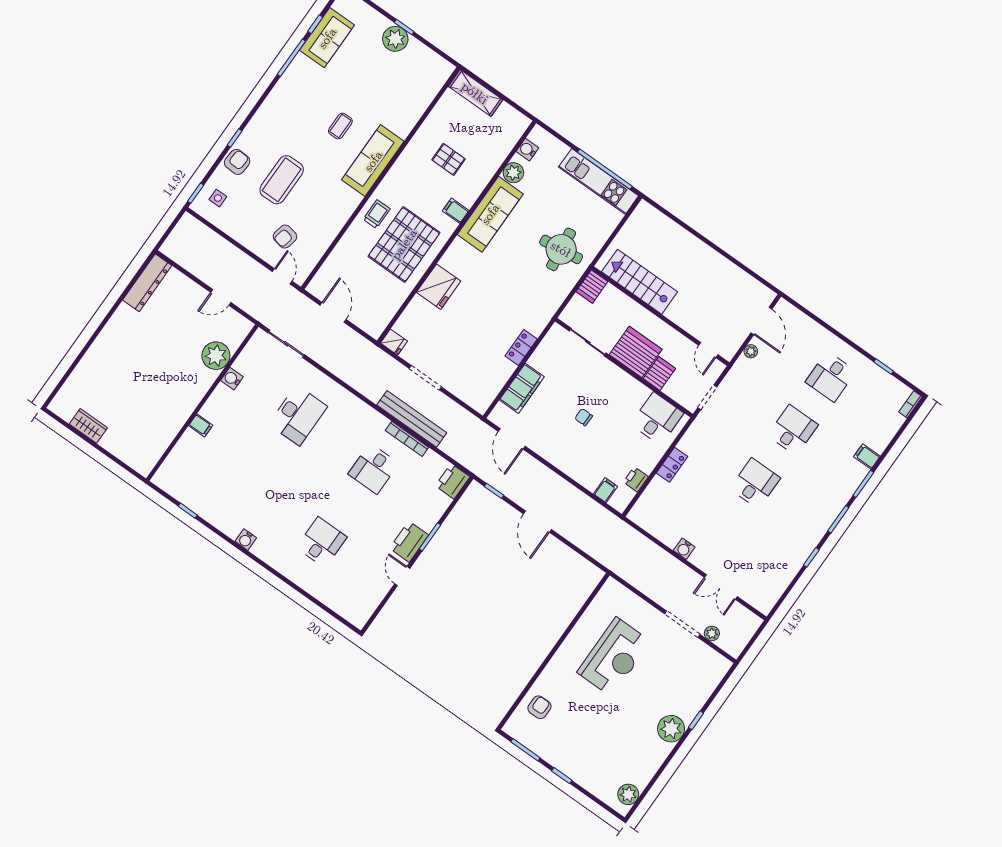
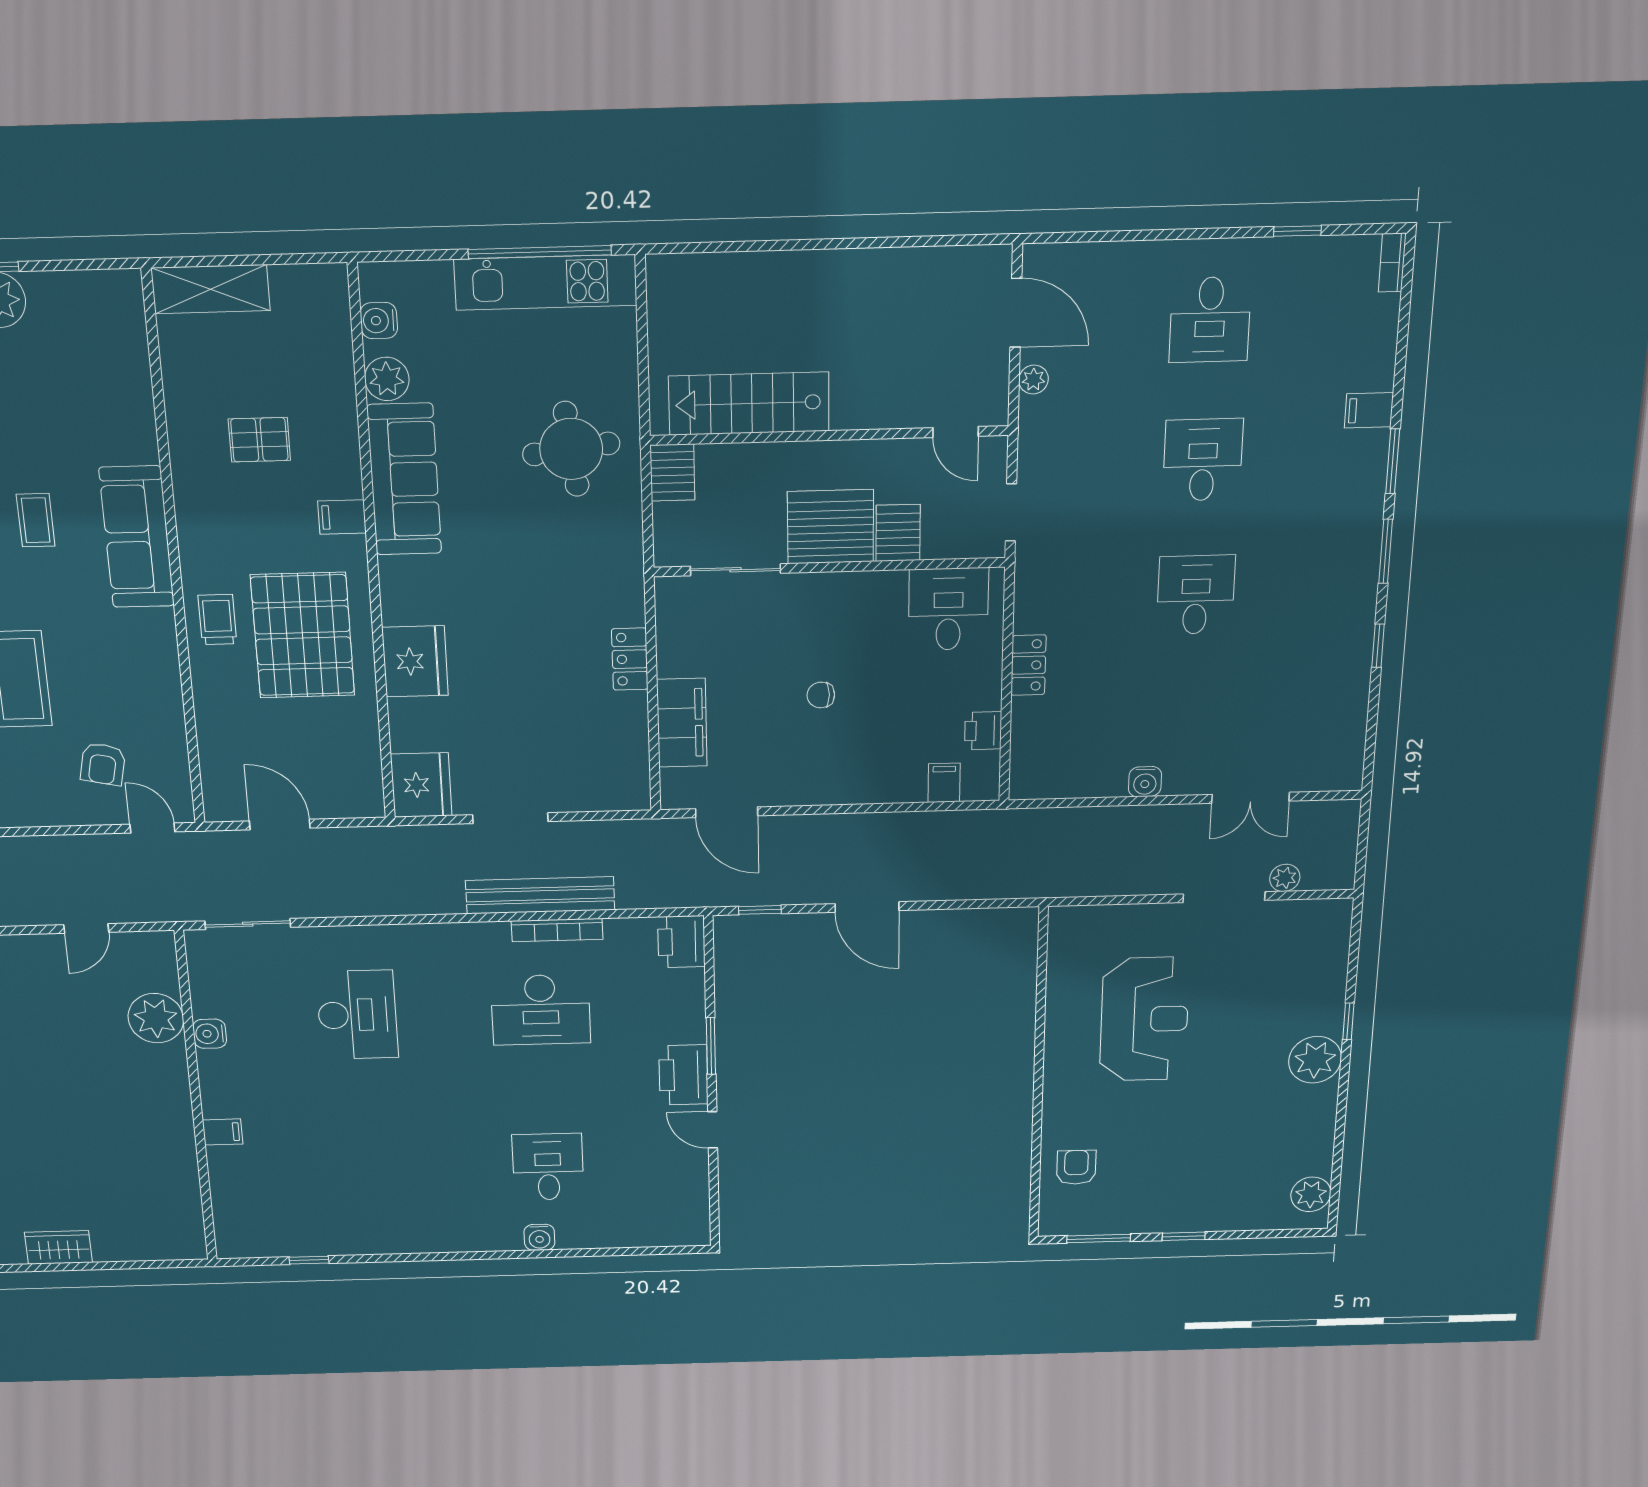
fridge: (394, 342) -> (421, 785), width x1.88, depth x1.34
desk: (373, 469) -> (541, 1010), width x1.37
water cooler: (246, 540) -> (539, 1237), moved

